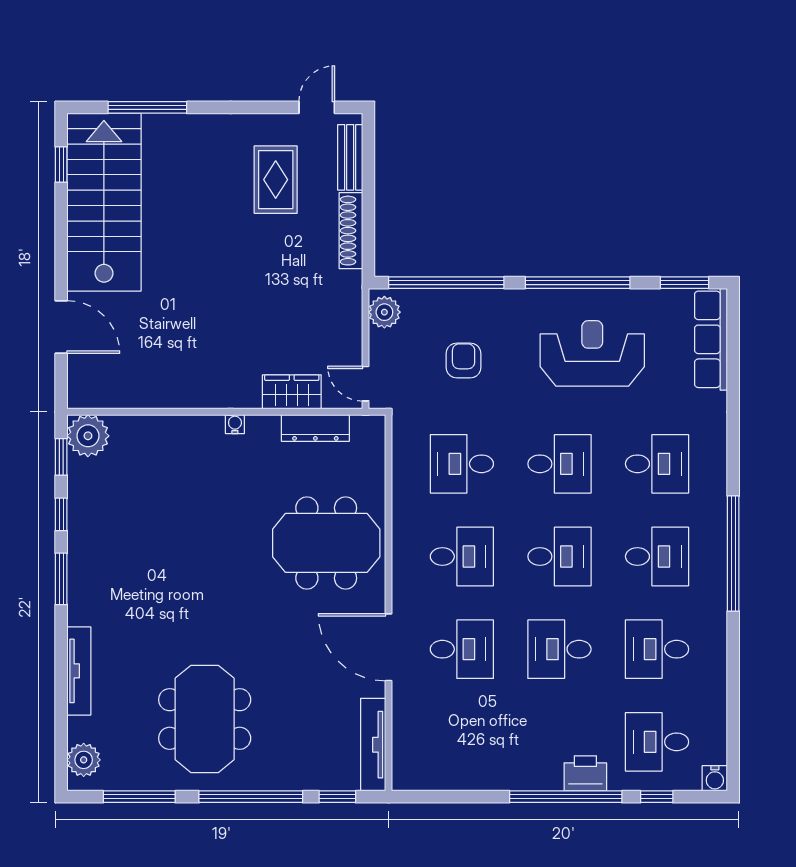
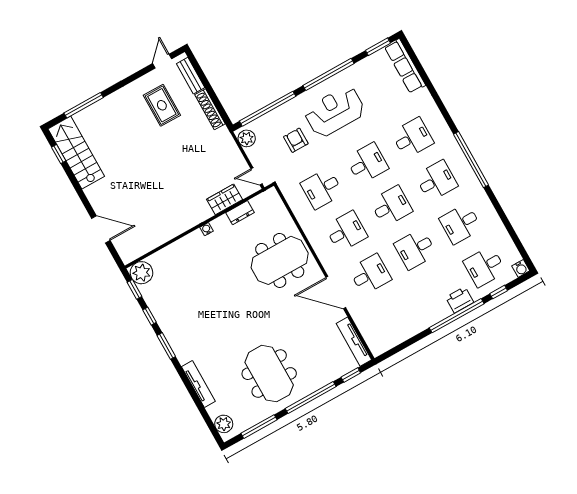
stairs: (104, 202) -> (76, 153), width x0.73, depth x0.66
reception desk: (592, 353) -> (335, 111), moved
dresser: (315, 428) -> (240, 213), width x0.70

